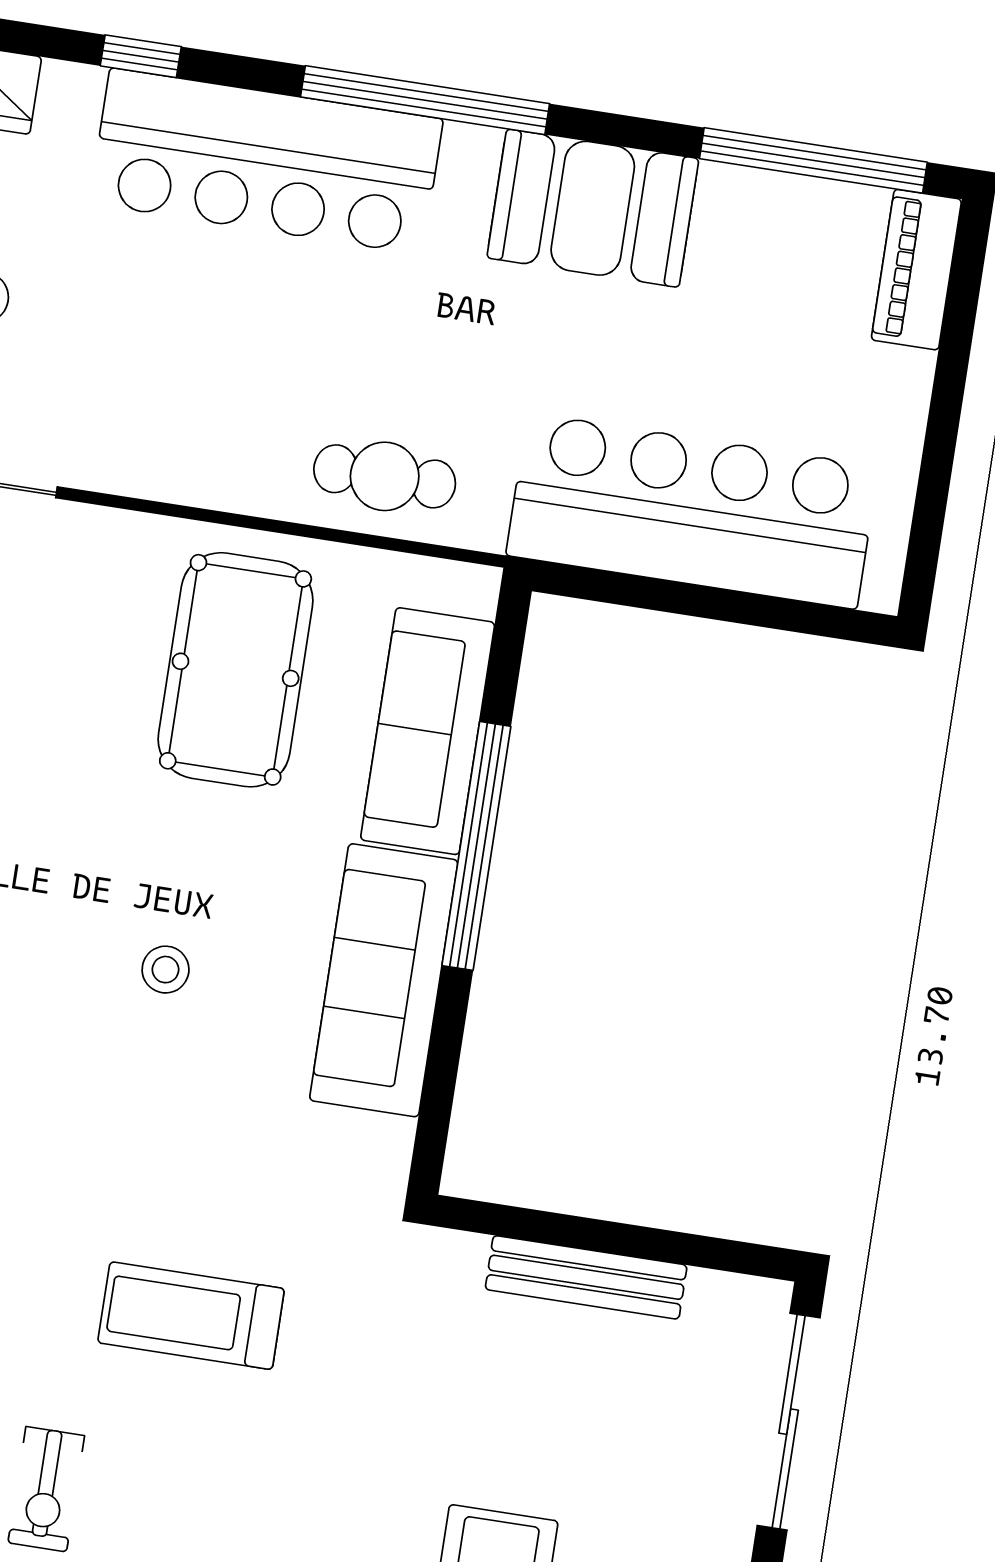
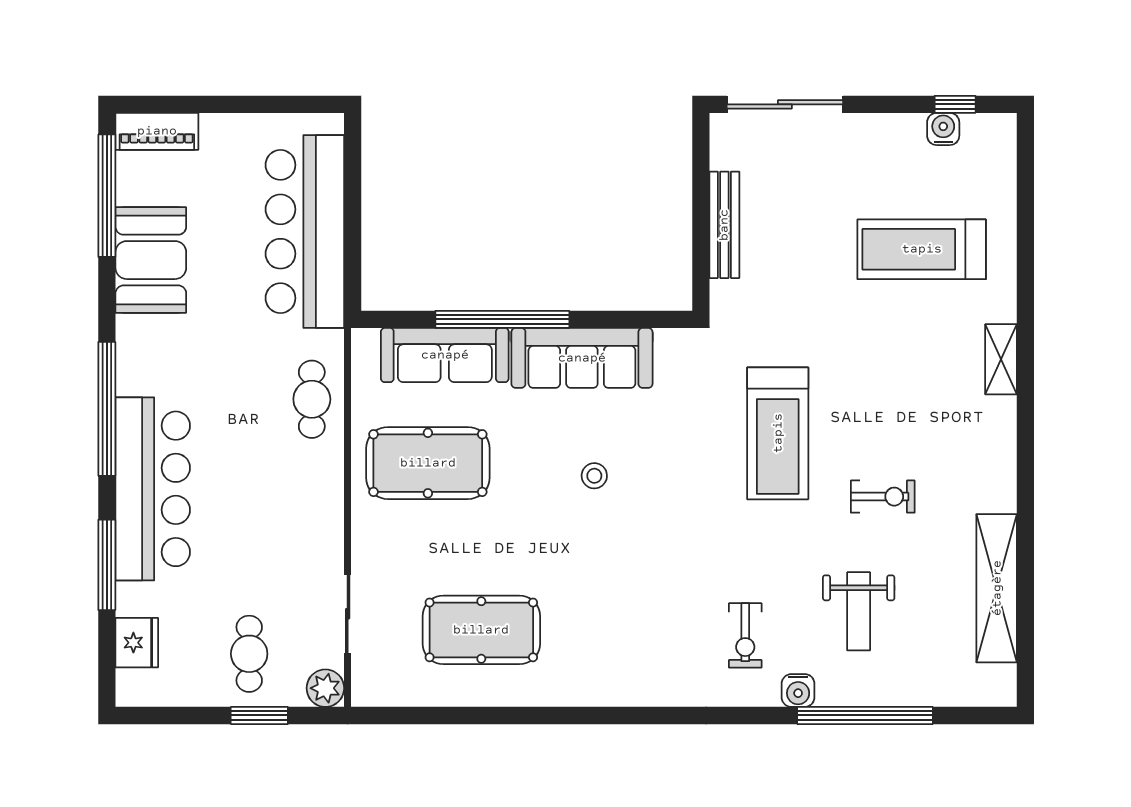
window: (141, 56) -> (107, 565), width x2.17
booth: (593, 208) -> (151, 260), moved
treadmill: (191, 1316) -> (778, 433), width x1.37, depth x1.38

